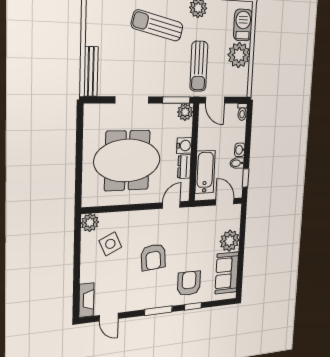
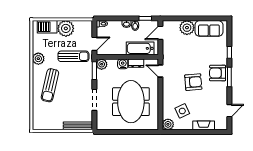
armchair: (189, 283) -> (218, 73), moved
fireplace: (86, 300) -> (204, 125), moved

